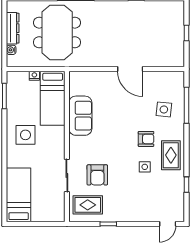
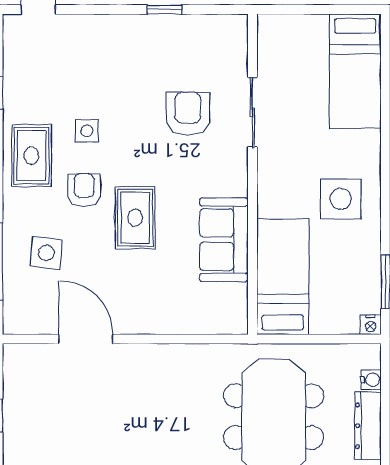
door: (130, 69) -> (86, 339), moved
nightstand: (34, 76) -> (371, 325), moved
armchair: (146, 139) -> (84, 190), turned 90
rug: (88, 205) -> (135, 218), moved, turned 90

